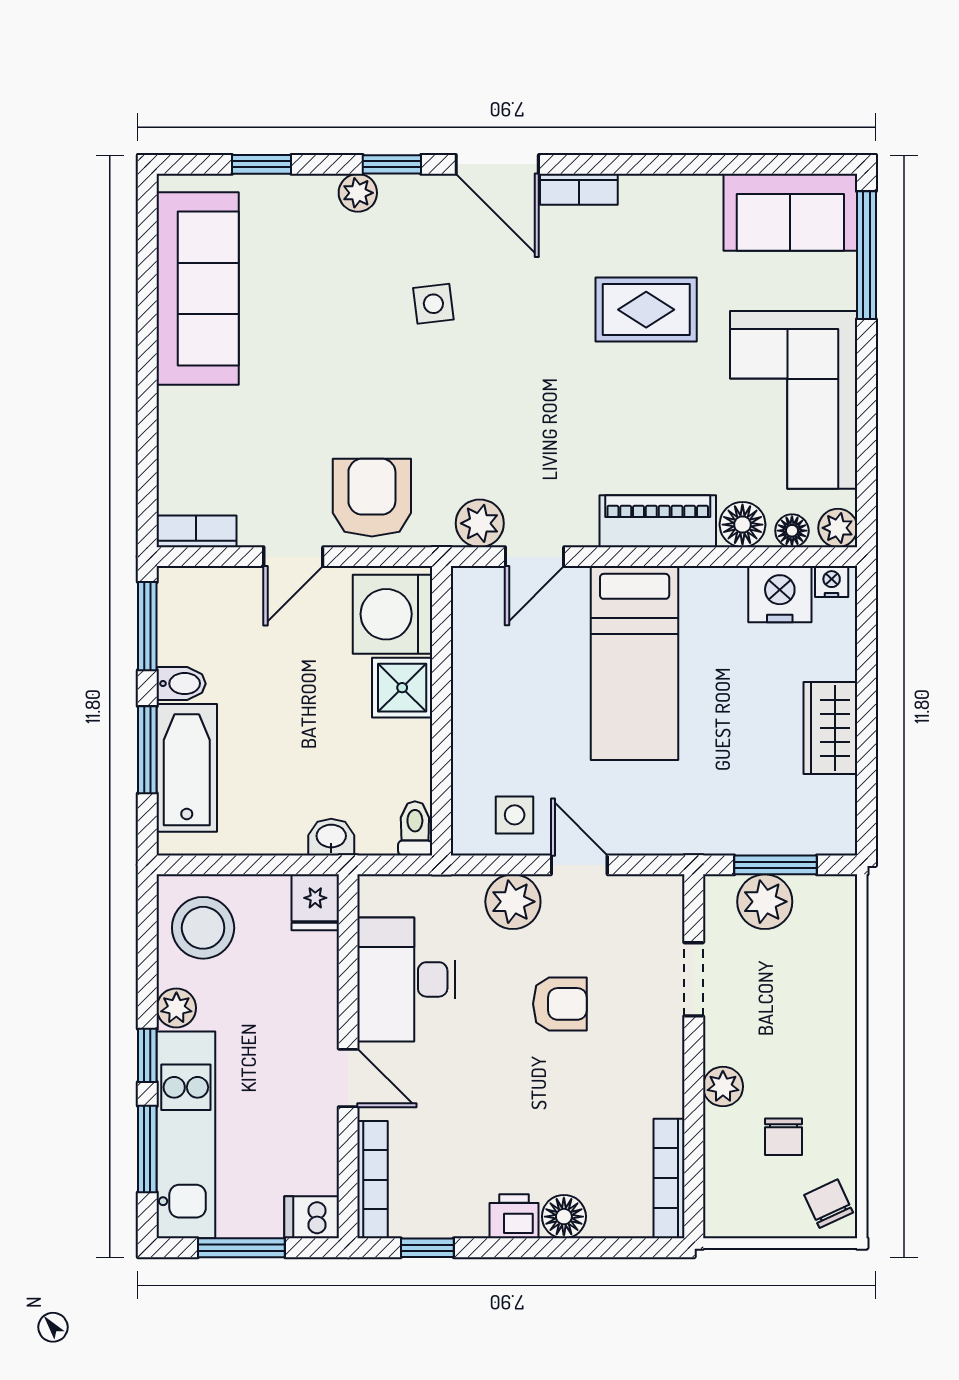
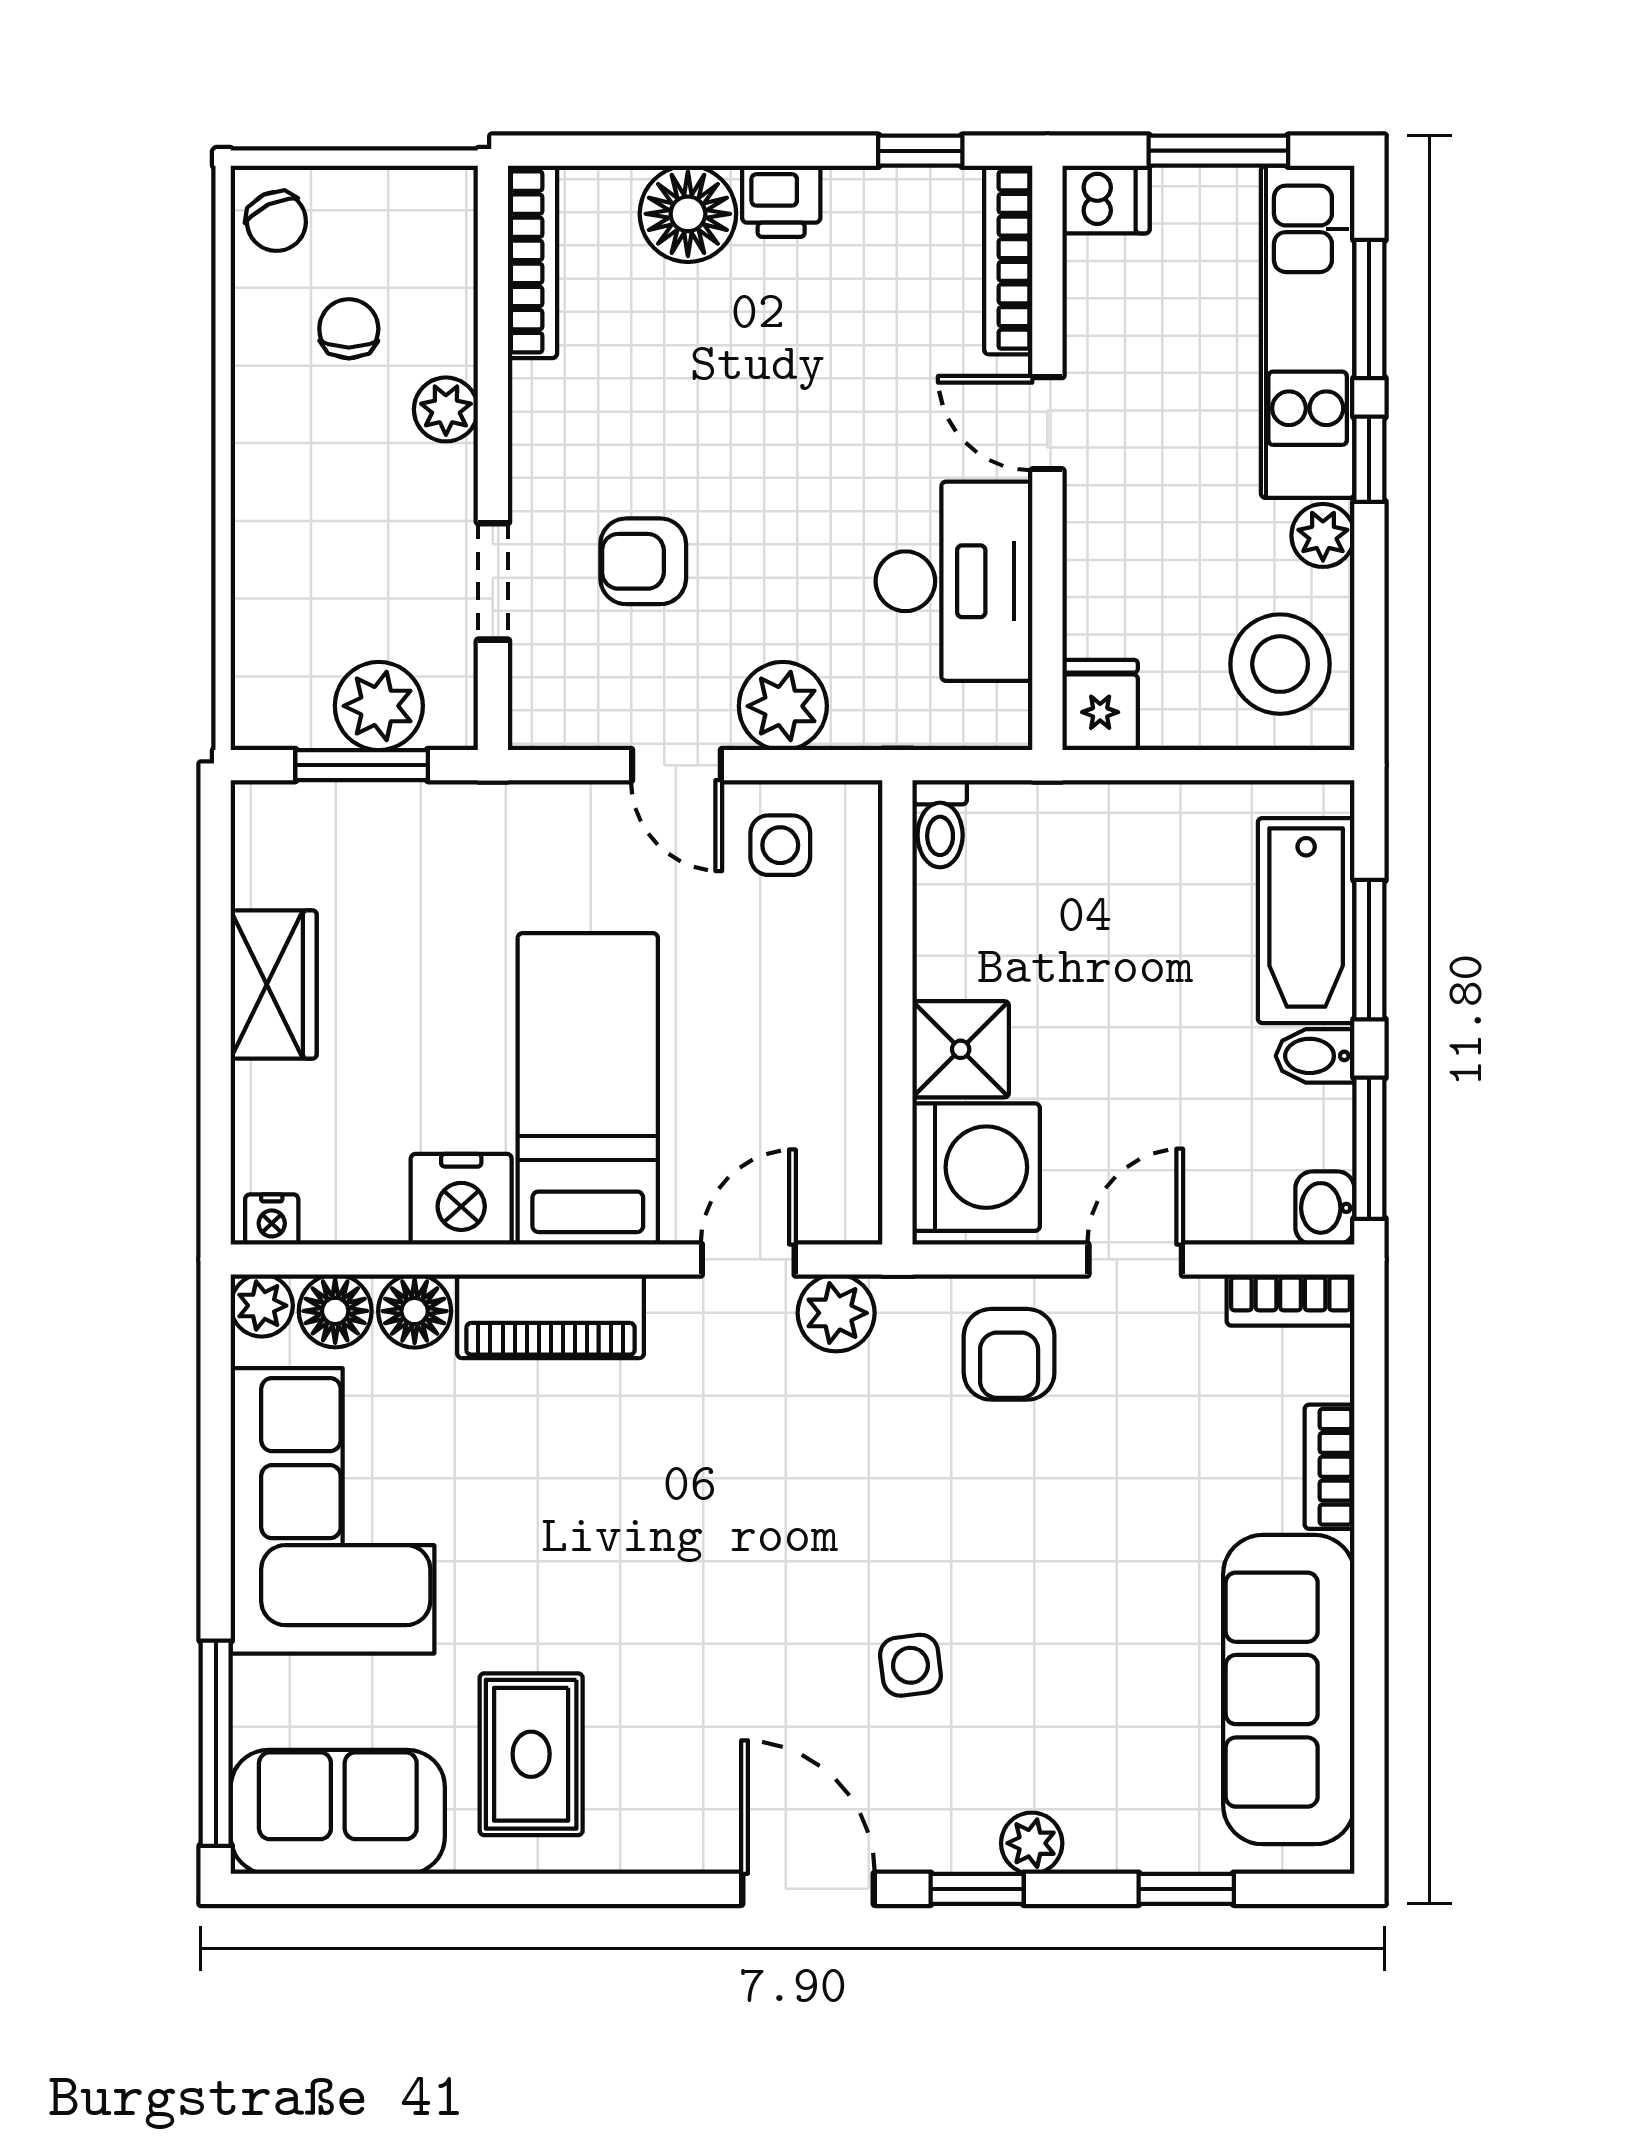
bookcase: (579, 189) -> (1330, 1467), moved, turned -90
rug: (646, 310) -> (531, 1754), moved, turned 90
armchair: (372, 498) -> (1009, 1354), width x0.72, depth x0.72
floor lamp: (792, 531) -> (335, 1311), width x1.37, depth x1.37
nightstand: (780, 594) -> (461, 1199), moved
washbasin: (331, 837) -> (1325, 1208), moved, turned 90
armchair: (560, 1004) -> (643, 561), moved
floor lamp: (564, 1217) -> (688, 214), width x1.38, depth x1.38

